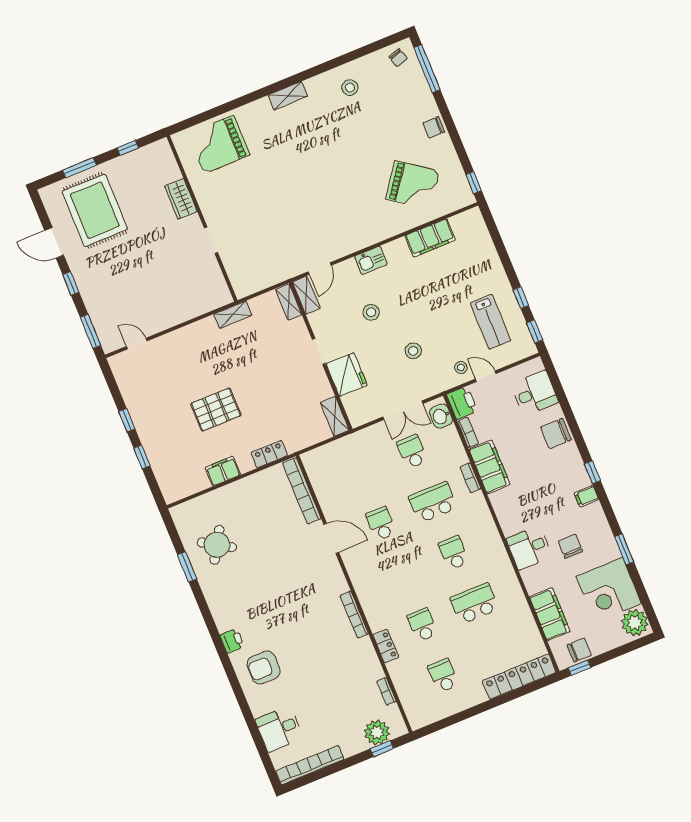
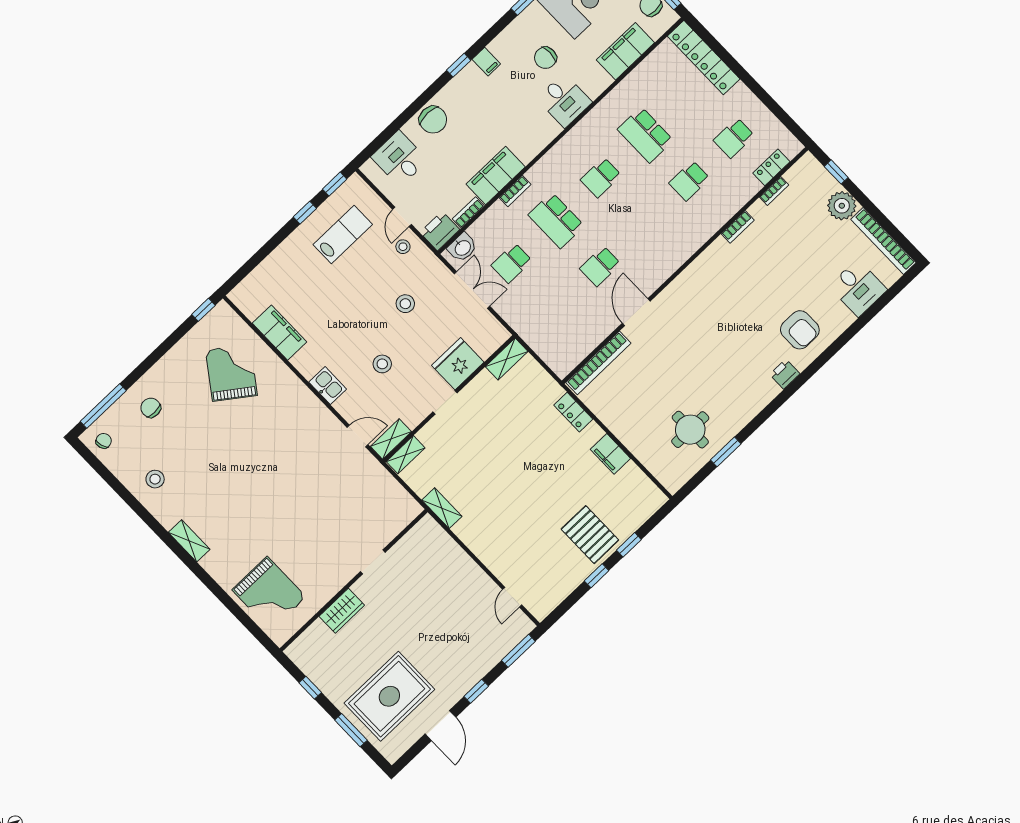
chair: (434, 127) -> (151, 408), moved, turned 180
pallet: (216, 410) -> (590, 535), moved
round table: (217, 545) -> (690, 430), turned -31
bookcase: (354, 615) -> (738, 227), moved, width x0.64
locker: (386, 646) -> (771, 167), moved
plant: (377, 732) -> (842, 206), moved

